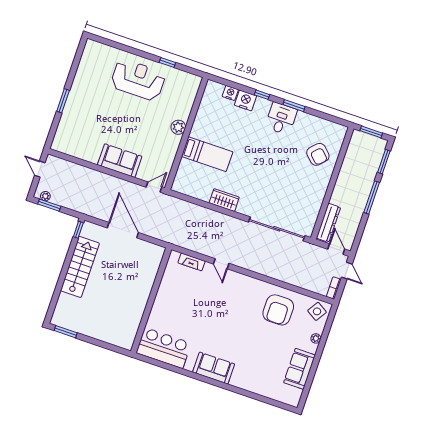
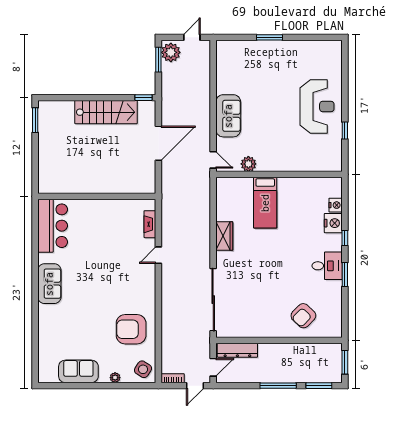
plant: (178, 127) -> (248, 164), moved
plant: (45, 196) -> (171, 52), width x1.87, depth x1.87

